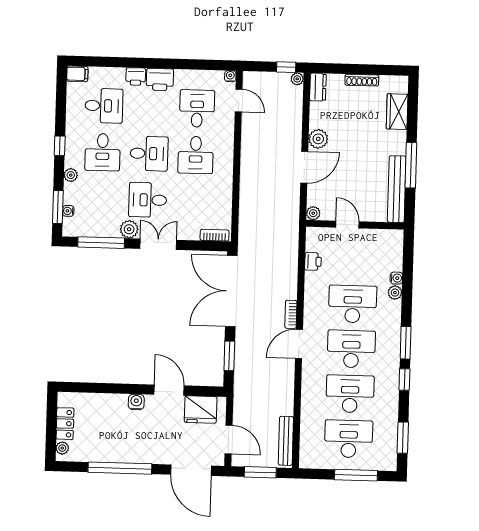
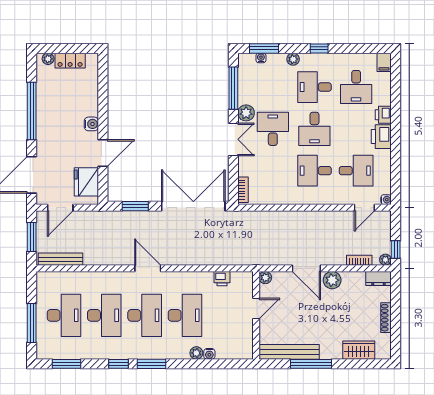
bookcase: (291, 314) -> (359, 260), moved

